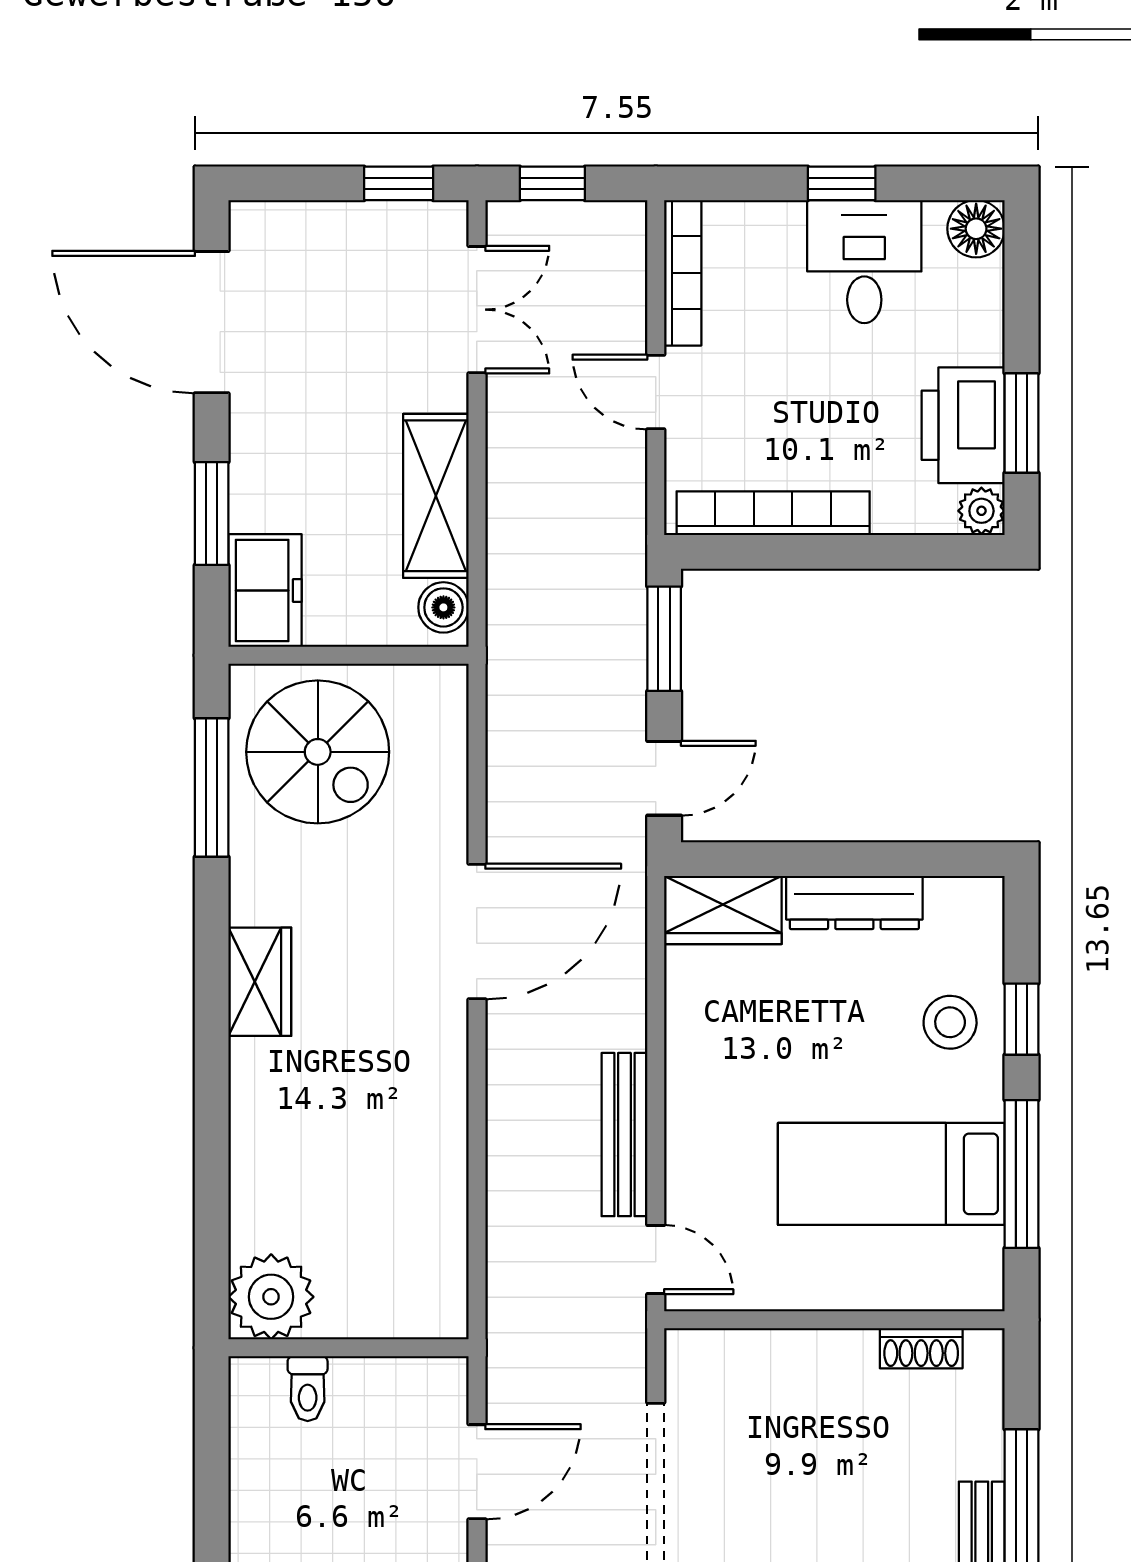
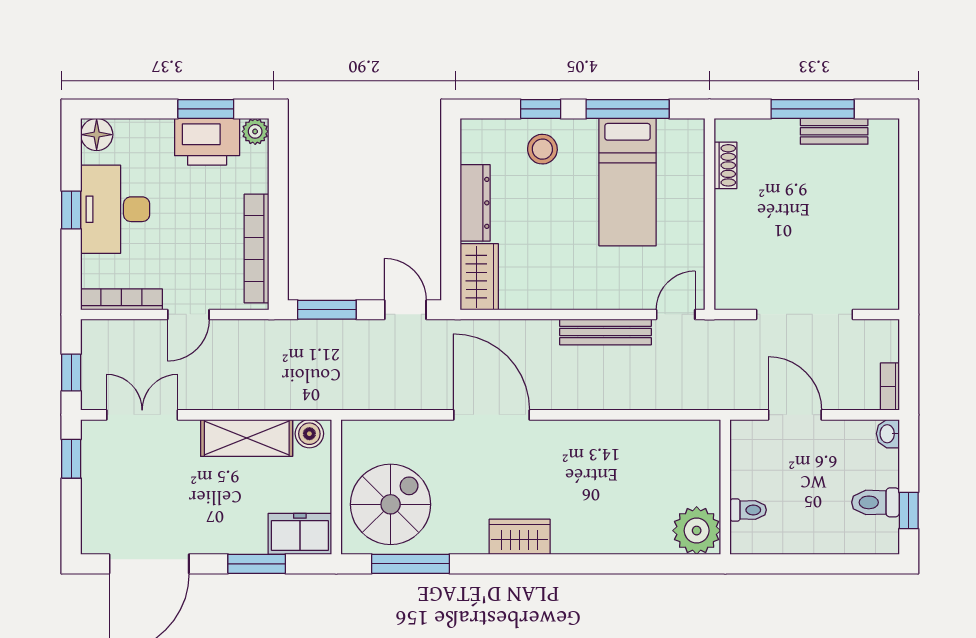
desk: (864, 262) -> (115, 209), width x1.37

